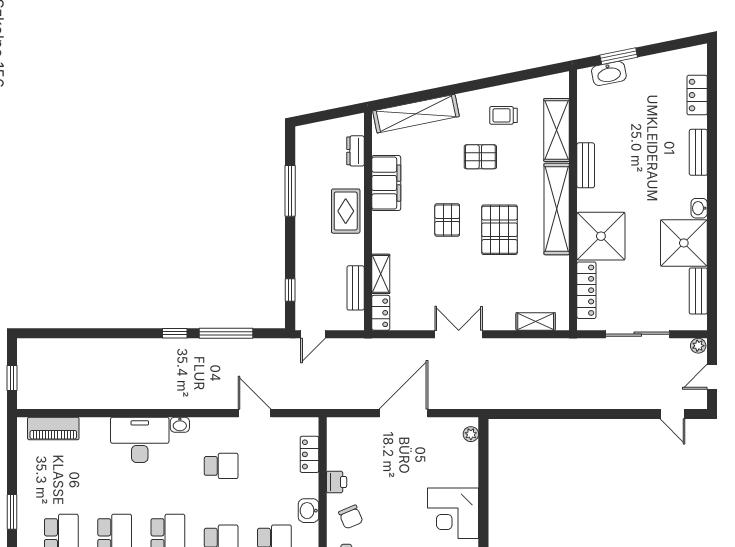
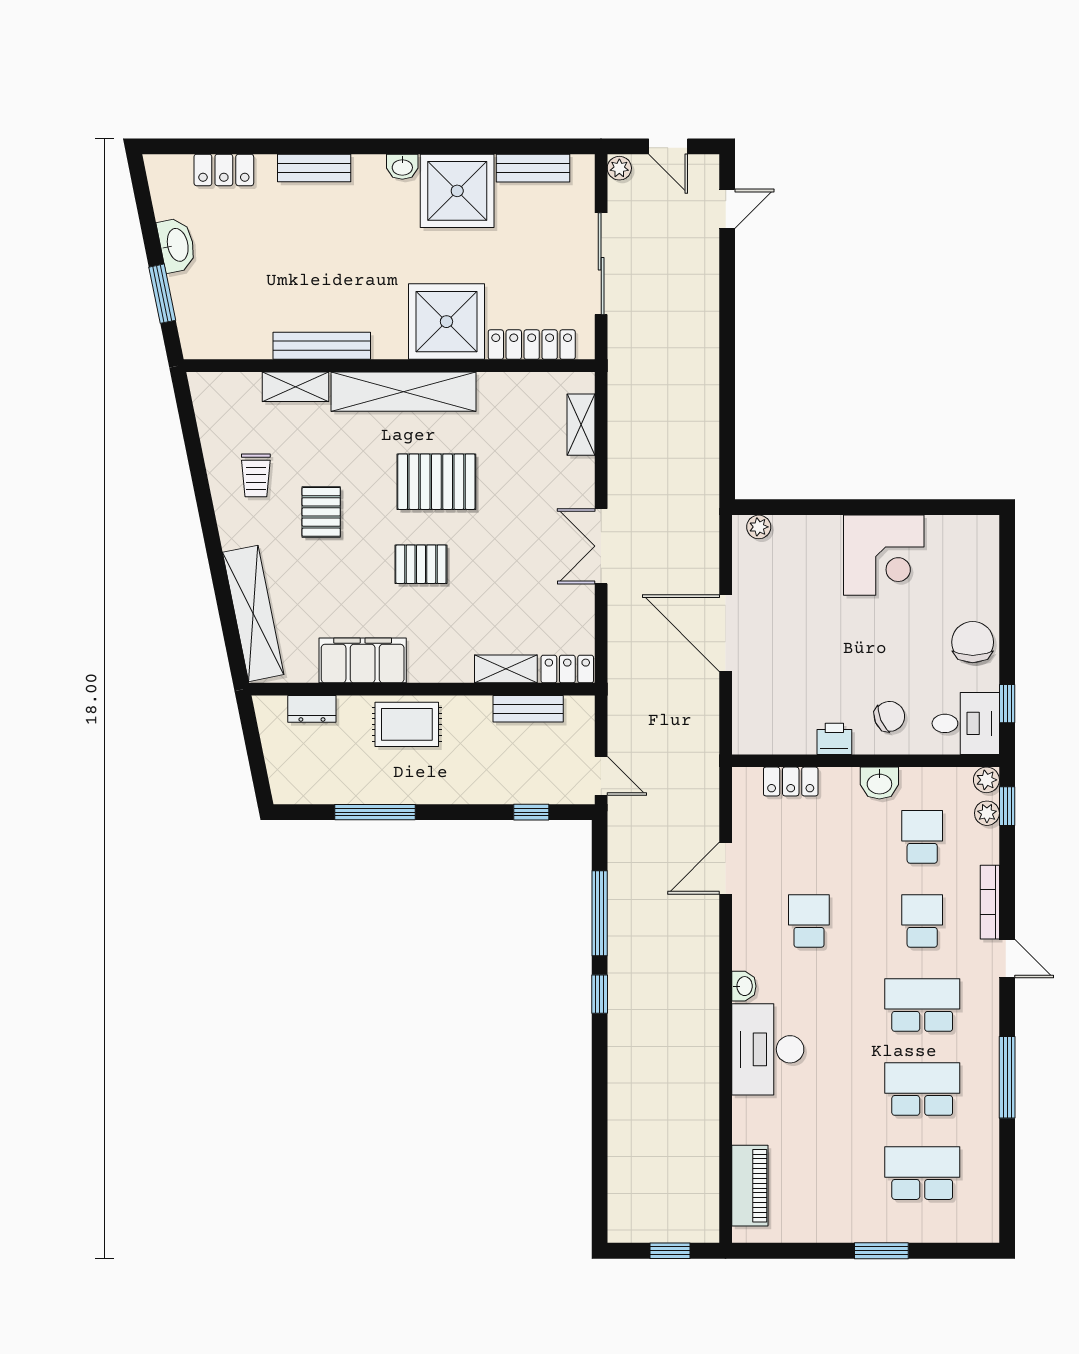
washbasin: (609, 73) -> (177, 245), moved
shelving: (556, 130) -> (296, 387), width x0.67, depth x0.75
bench: (586, 165) -> (322, 346), width x1.36

